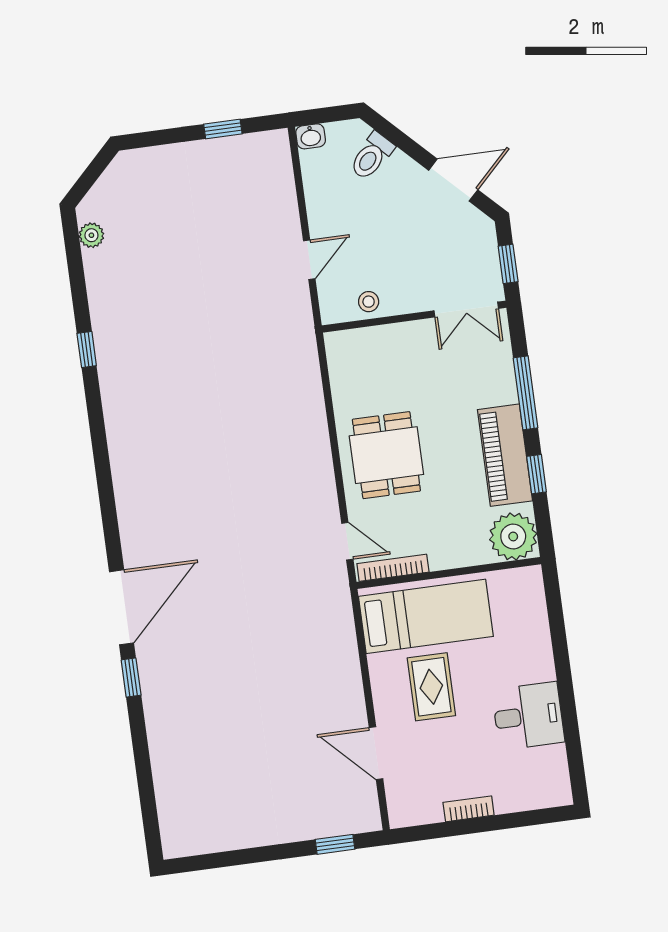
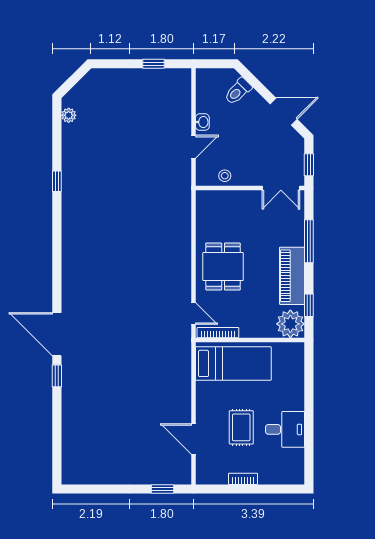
washbasin: (311, 136) -> (202, 122), moved, turned -90
window: (536, 474) -> (309, 305), moved
door: (122, 607) -> (57, 334), swing flipped
rug: (431, 687) -> (241, 427), moved

